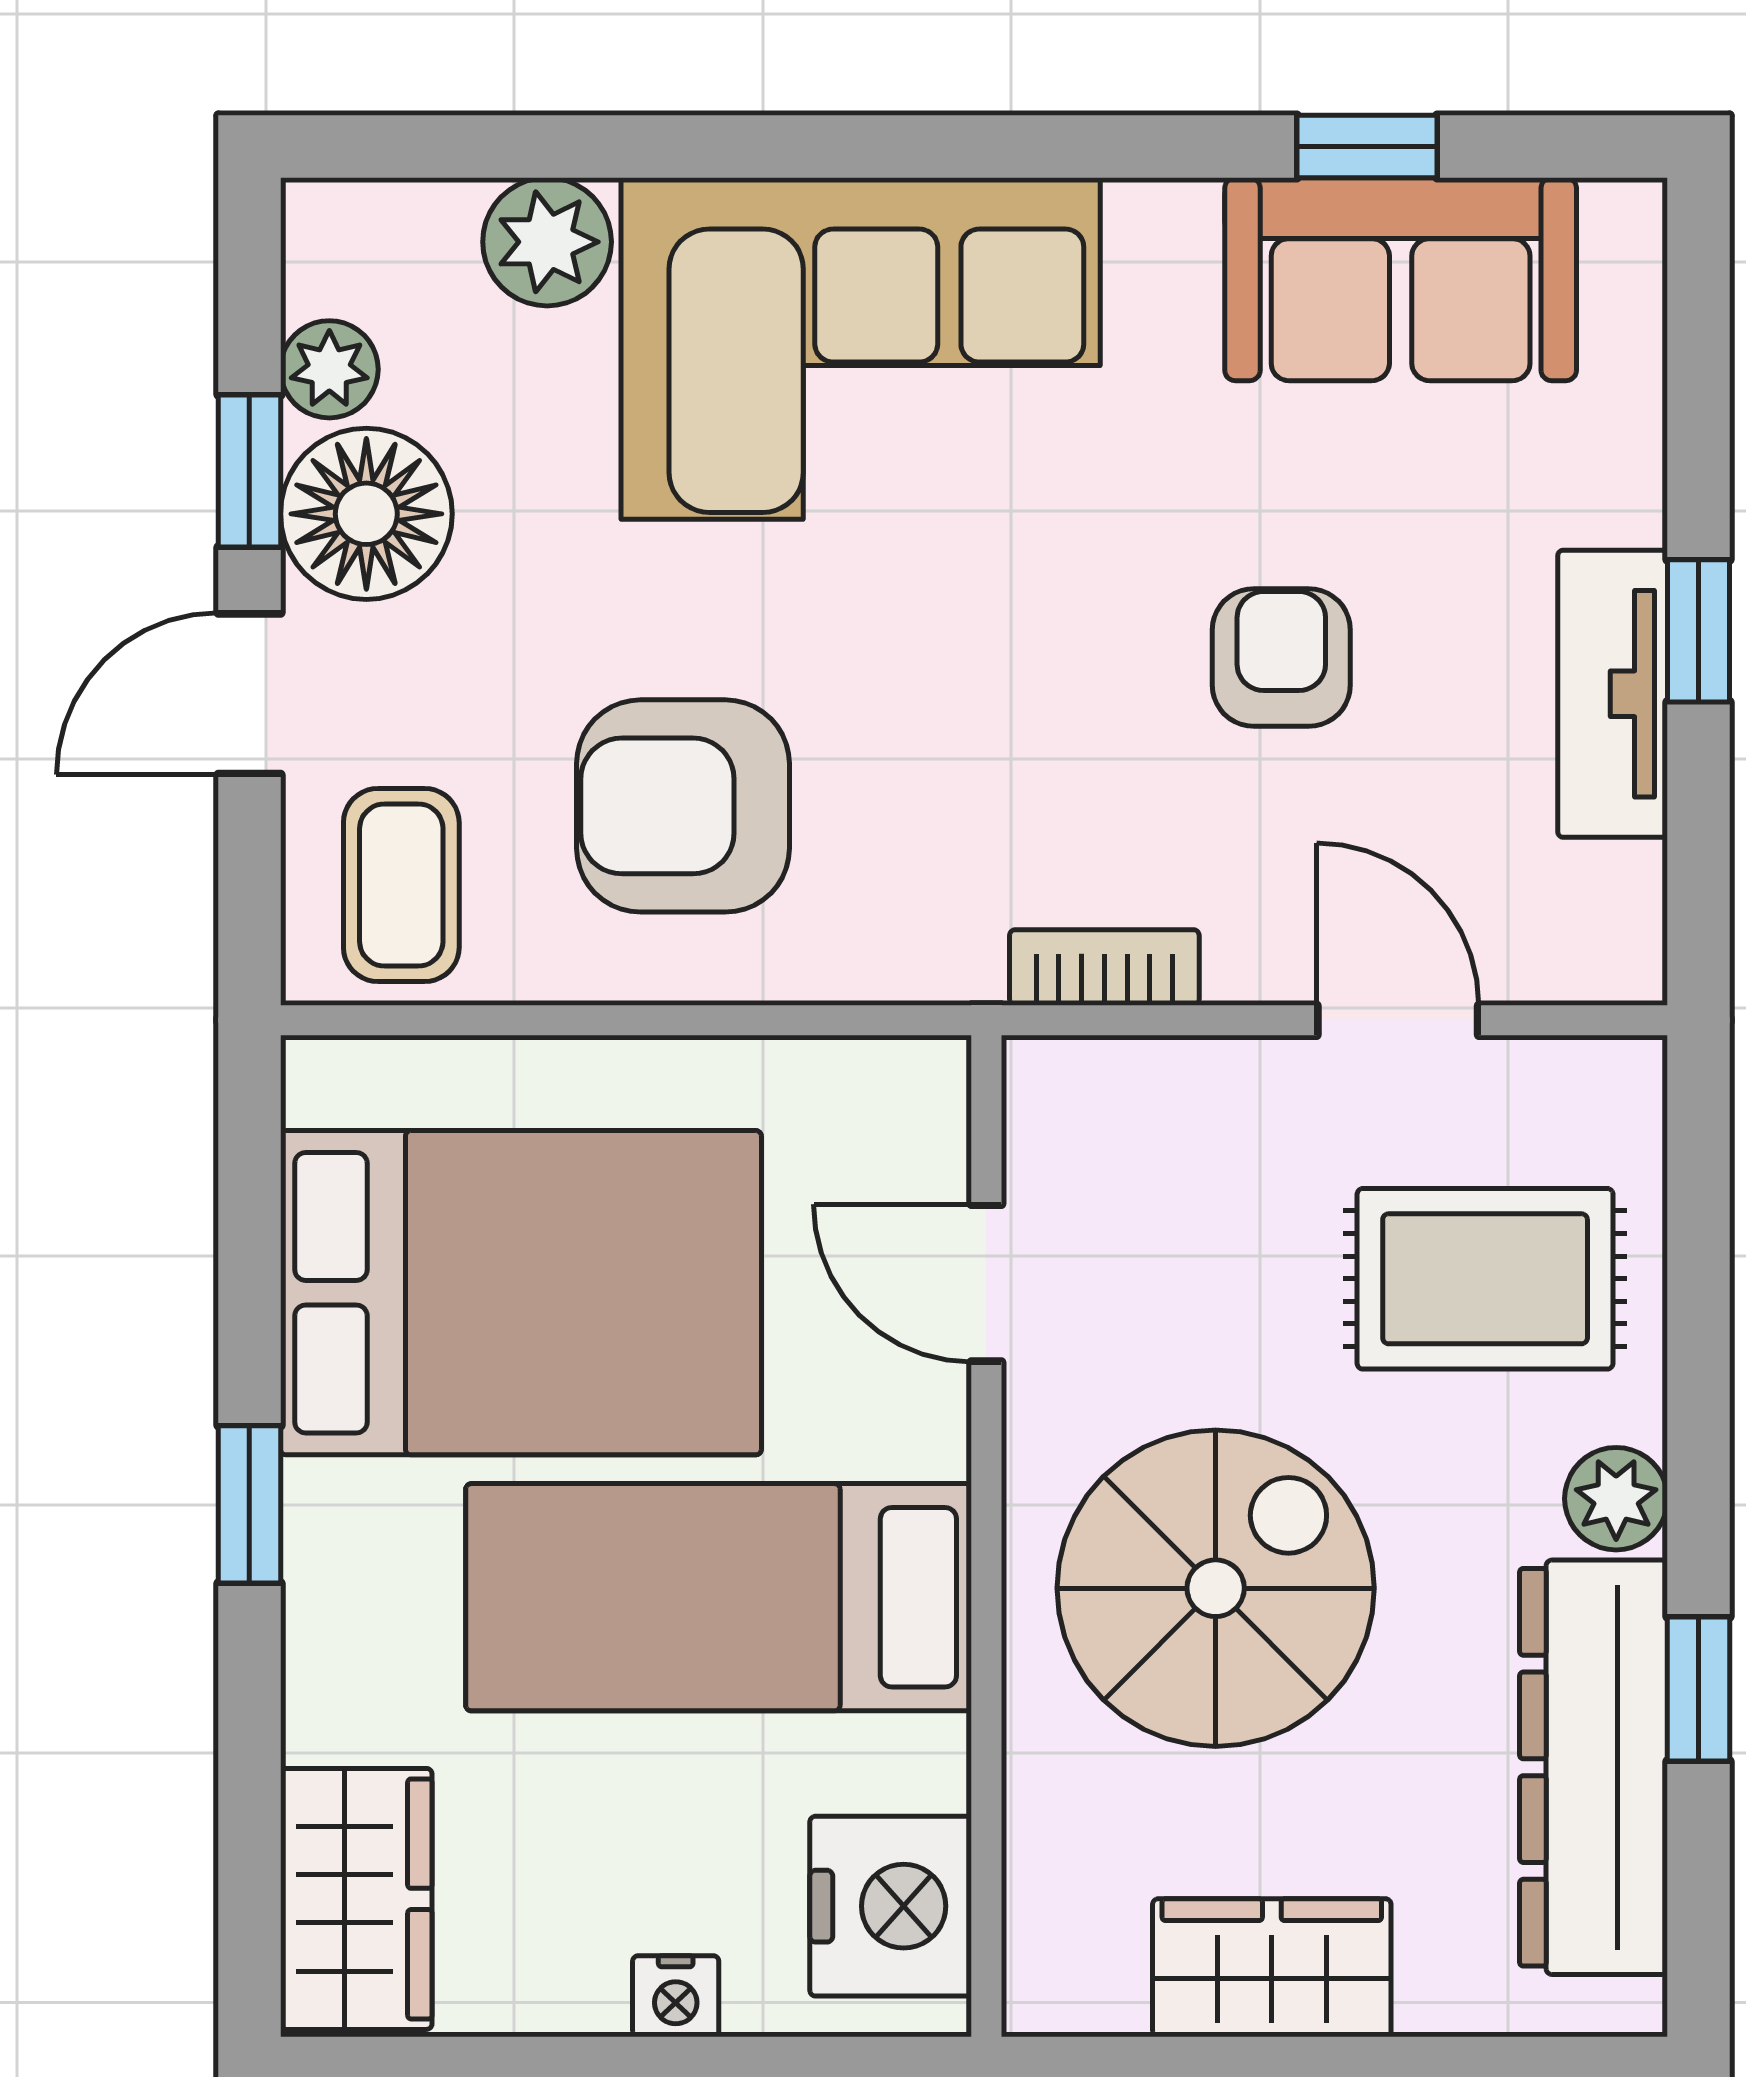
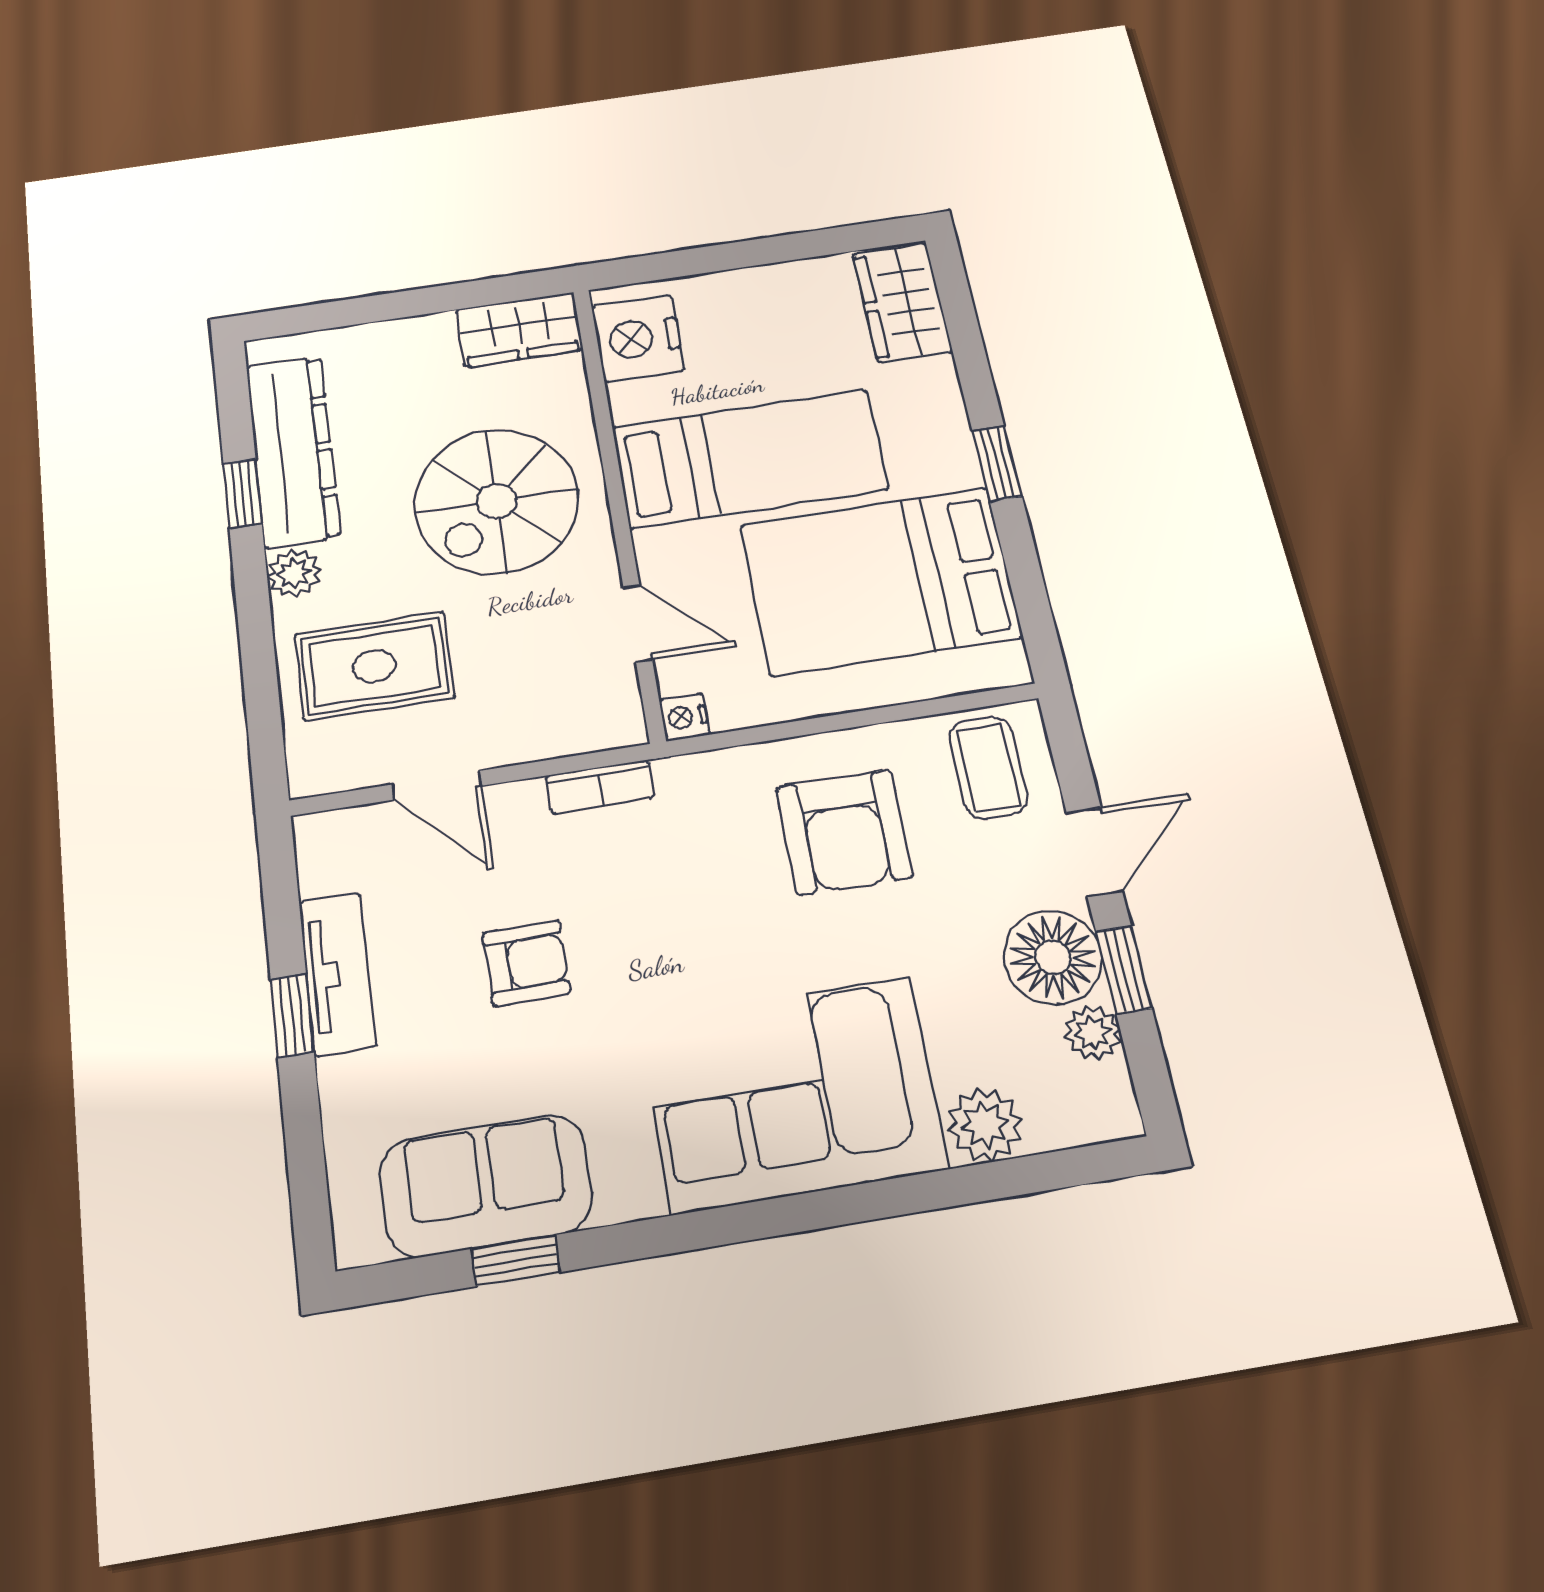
armchair: (1281, 658) -> (526, 963), turned -91
armchair: (683, 806) -> (844, 832), turned 90
wardrobe: (1272, 1968) -> (519, 330), moved
nightstand: (676, 1996) -> (684, 717), moved, turned -90

